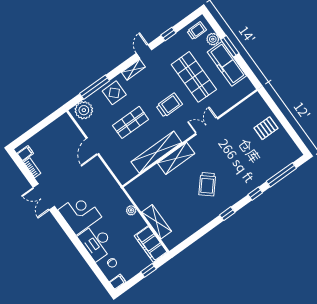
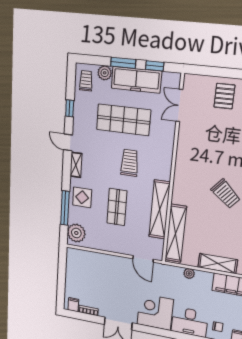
window: (246, 68) -> (155, 66), added
double door: (207, 126) -> (179, 105), moved
door: (92, 146) -> (143, 259), moved
shelving: (176, 158) -> (176, 233), moved, width x1.47

